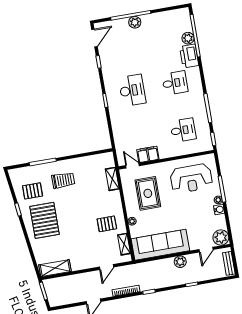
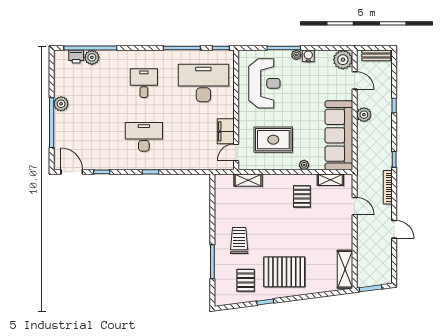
plant: (135, 22) -> (61, 104), moved
printer: (189, 56) -> (76, 57), moved, width x0.53, depth x0.68
desk: (183, 130) -> (203, 83), width x1.87, depth x1.30

